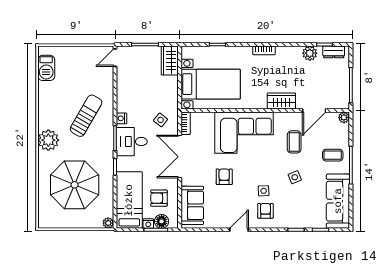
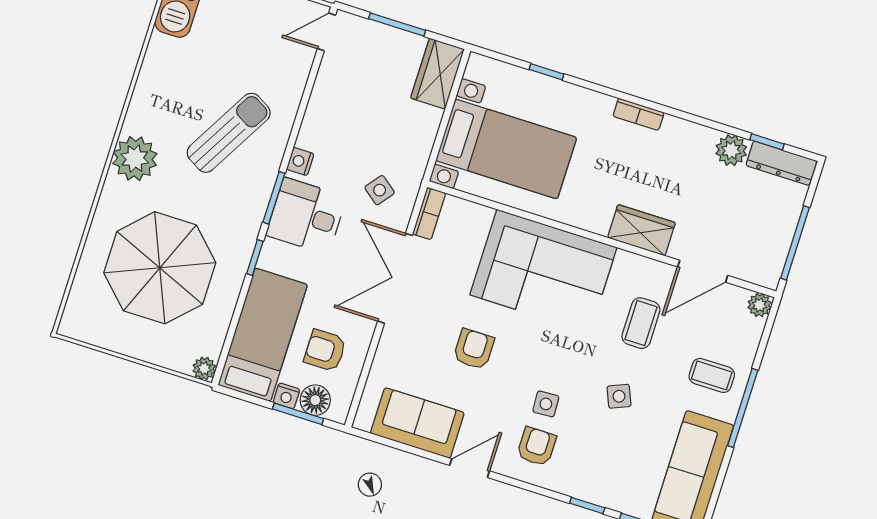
dresser: (334, 52) -> (781, 163), width x1.44
sofa: (192, 205) -> (417, 423), moved, turned -90

